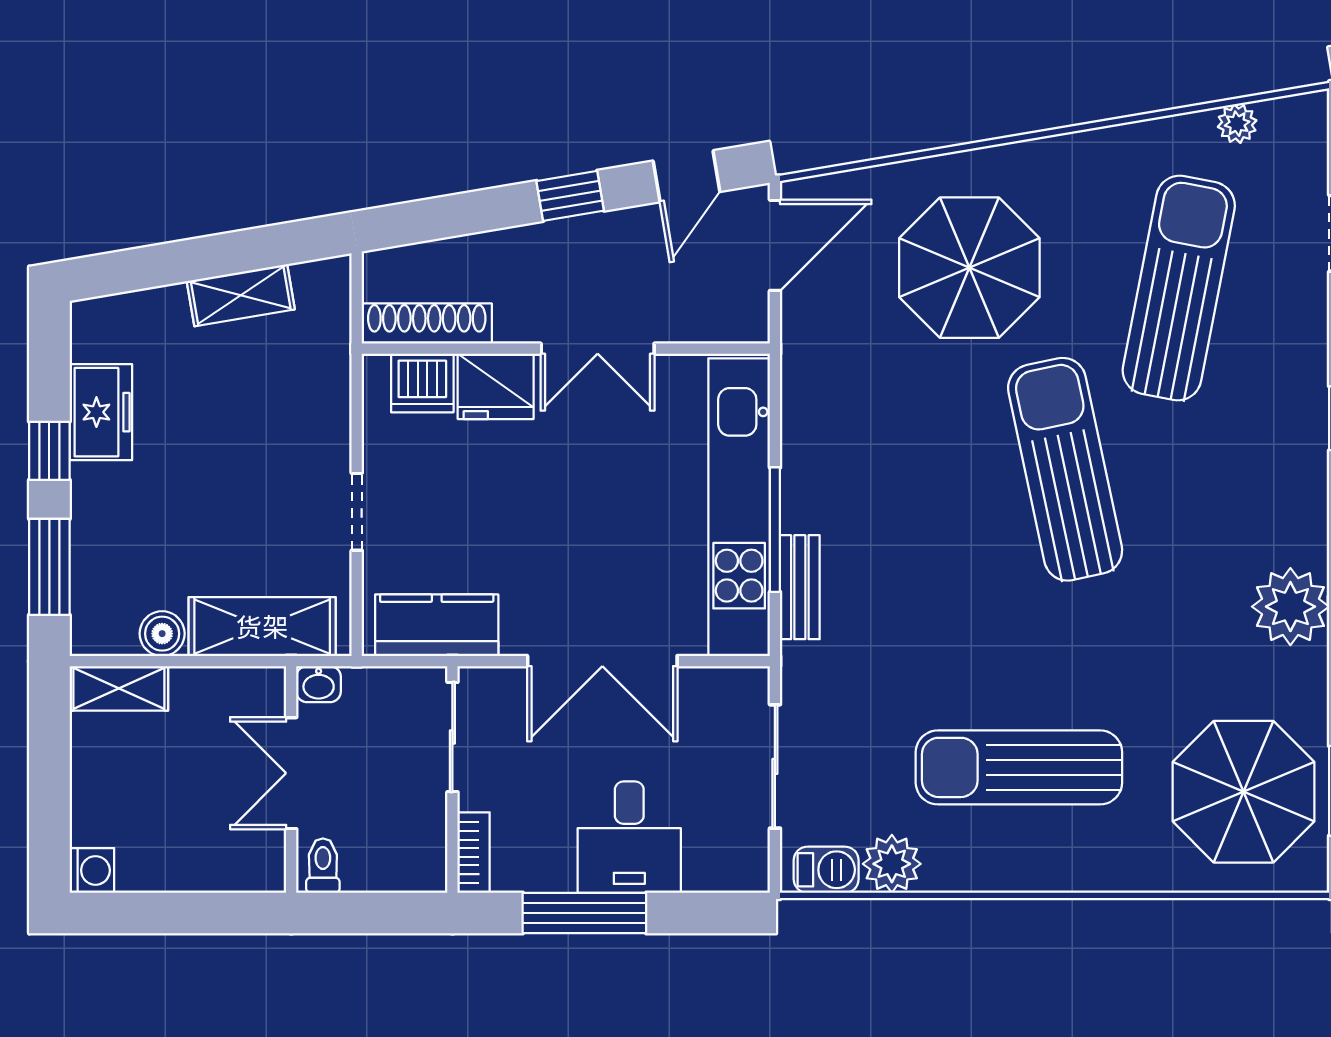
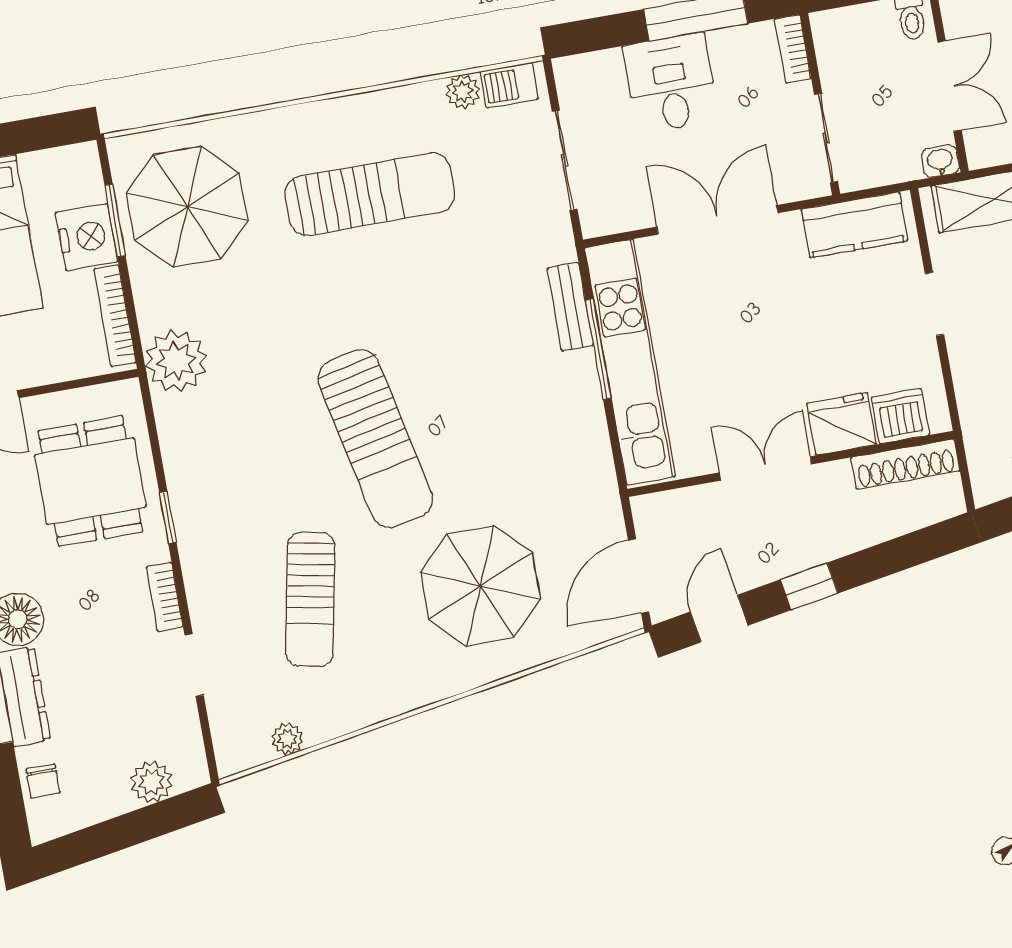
sun lounger: (1179, 288) -> (310, 599), width x0.73, depth x0.75
plant: (892, 864) -> (463, 92), width x0.73, depth x0.73

